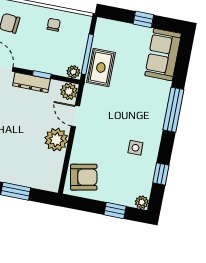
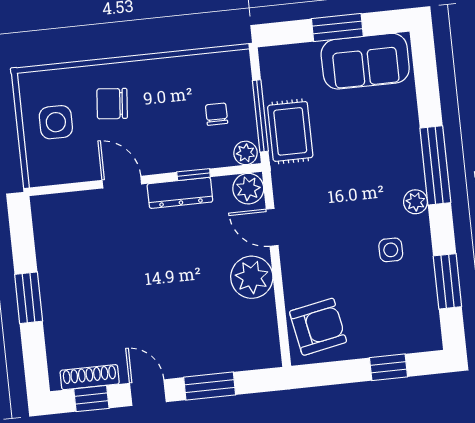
window: (143, 19) -> (337, 27), width x1.50
chair: (54, 25) -> (217, 114), moved
sofa: (163, 55) -> (365, 61), moved, turned -90
window: (161, 174) -> (447, 281), width x1.50
plant: (142, 202) -> (415, 202), moved

